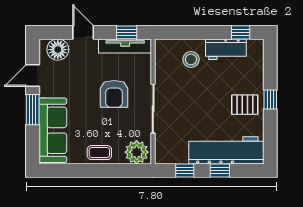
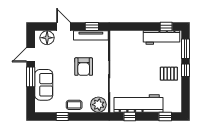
workbench: (226, 49) -> (161, 38), width x1.38
stool: (191, 59) -> (134, 44), removed
window: (270, 67) -> (186, 49), added
sofa: (53, 130) -> (44, 85), width x0.73
workbench: (226, 150) -> (139, 103), moved
window: (81, 170) -> (62, 117), added
window: (220, 170) -> (165, 117), moved

